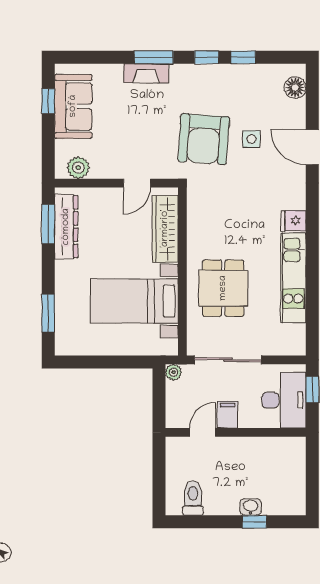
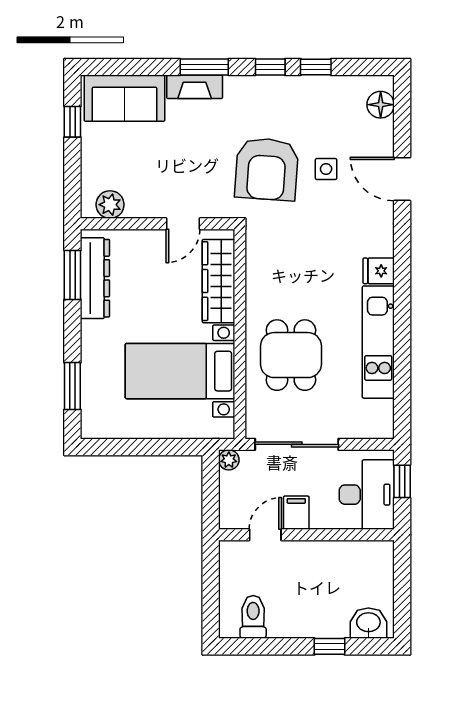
sofa: (73, 106) -> (125, 98), moved, turned 90
washbasin: (251, 507) -> (368, 623), moved, width x1.38, depth x1.45

